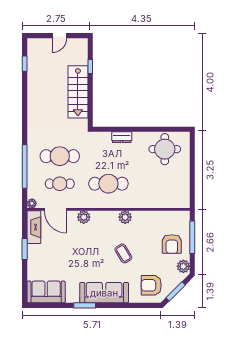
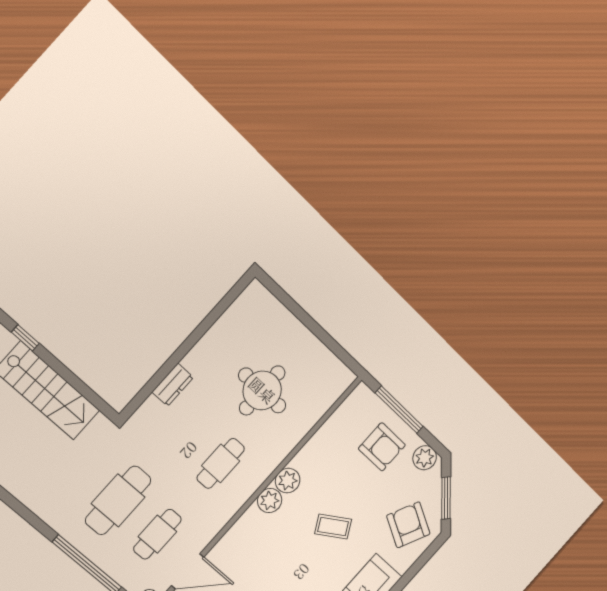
round table: (165, 149) -> (262, 390), moved
cafe table: (108, 184) -> (221, 463), width x0.73, depth x0.74
plant: (84, 217) -> (270, 501), moved
armchair: (151, 285) -> (408, 525), turned 117

